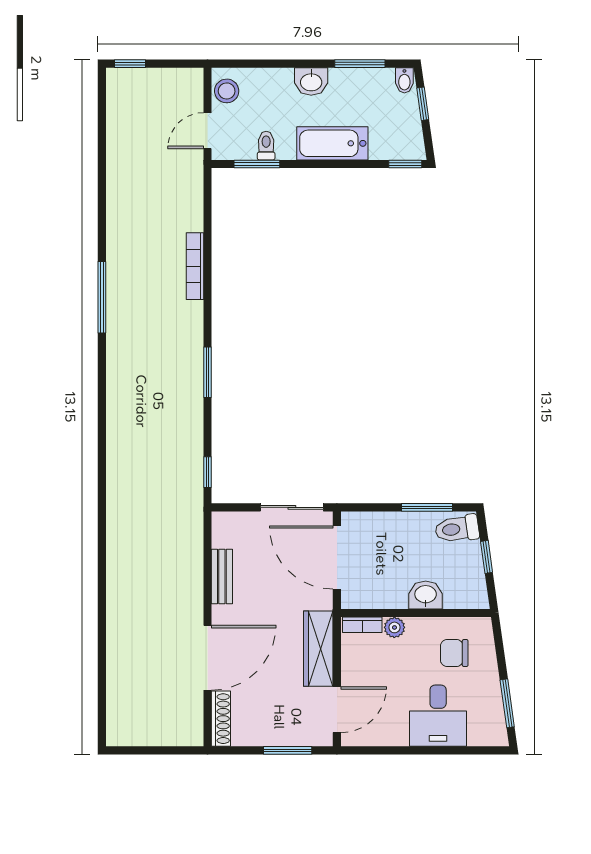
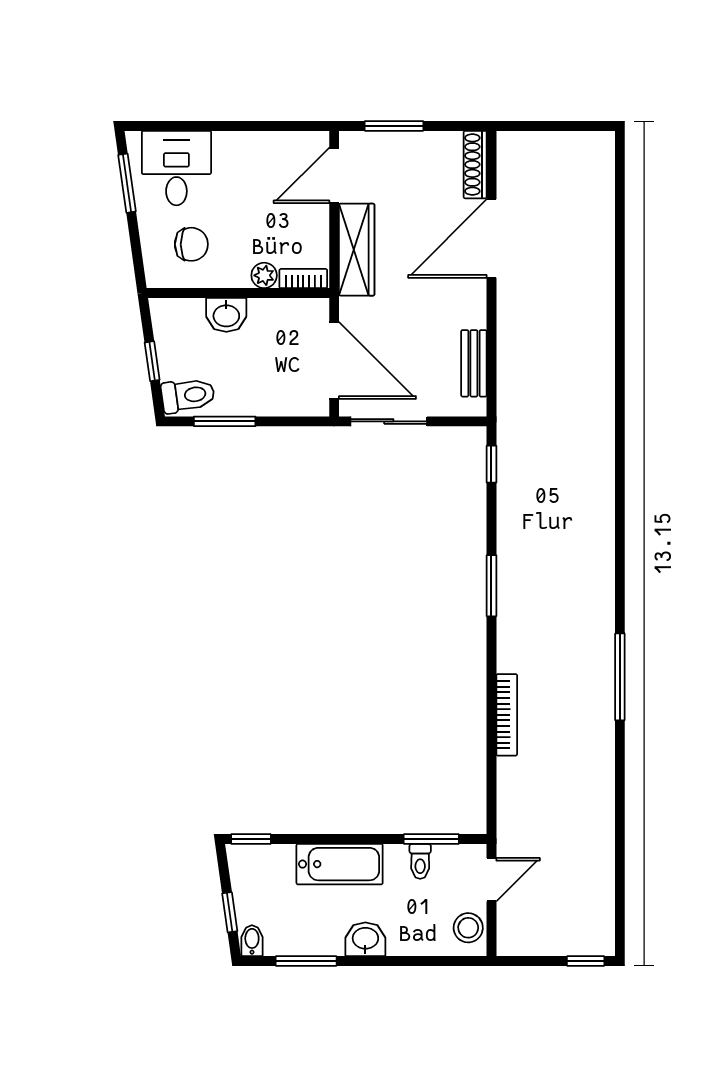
bench: (222, 576) -> (474, 363), moved
desk: (438, 716) -> (176, 168), moved

